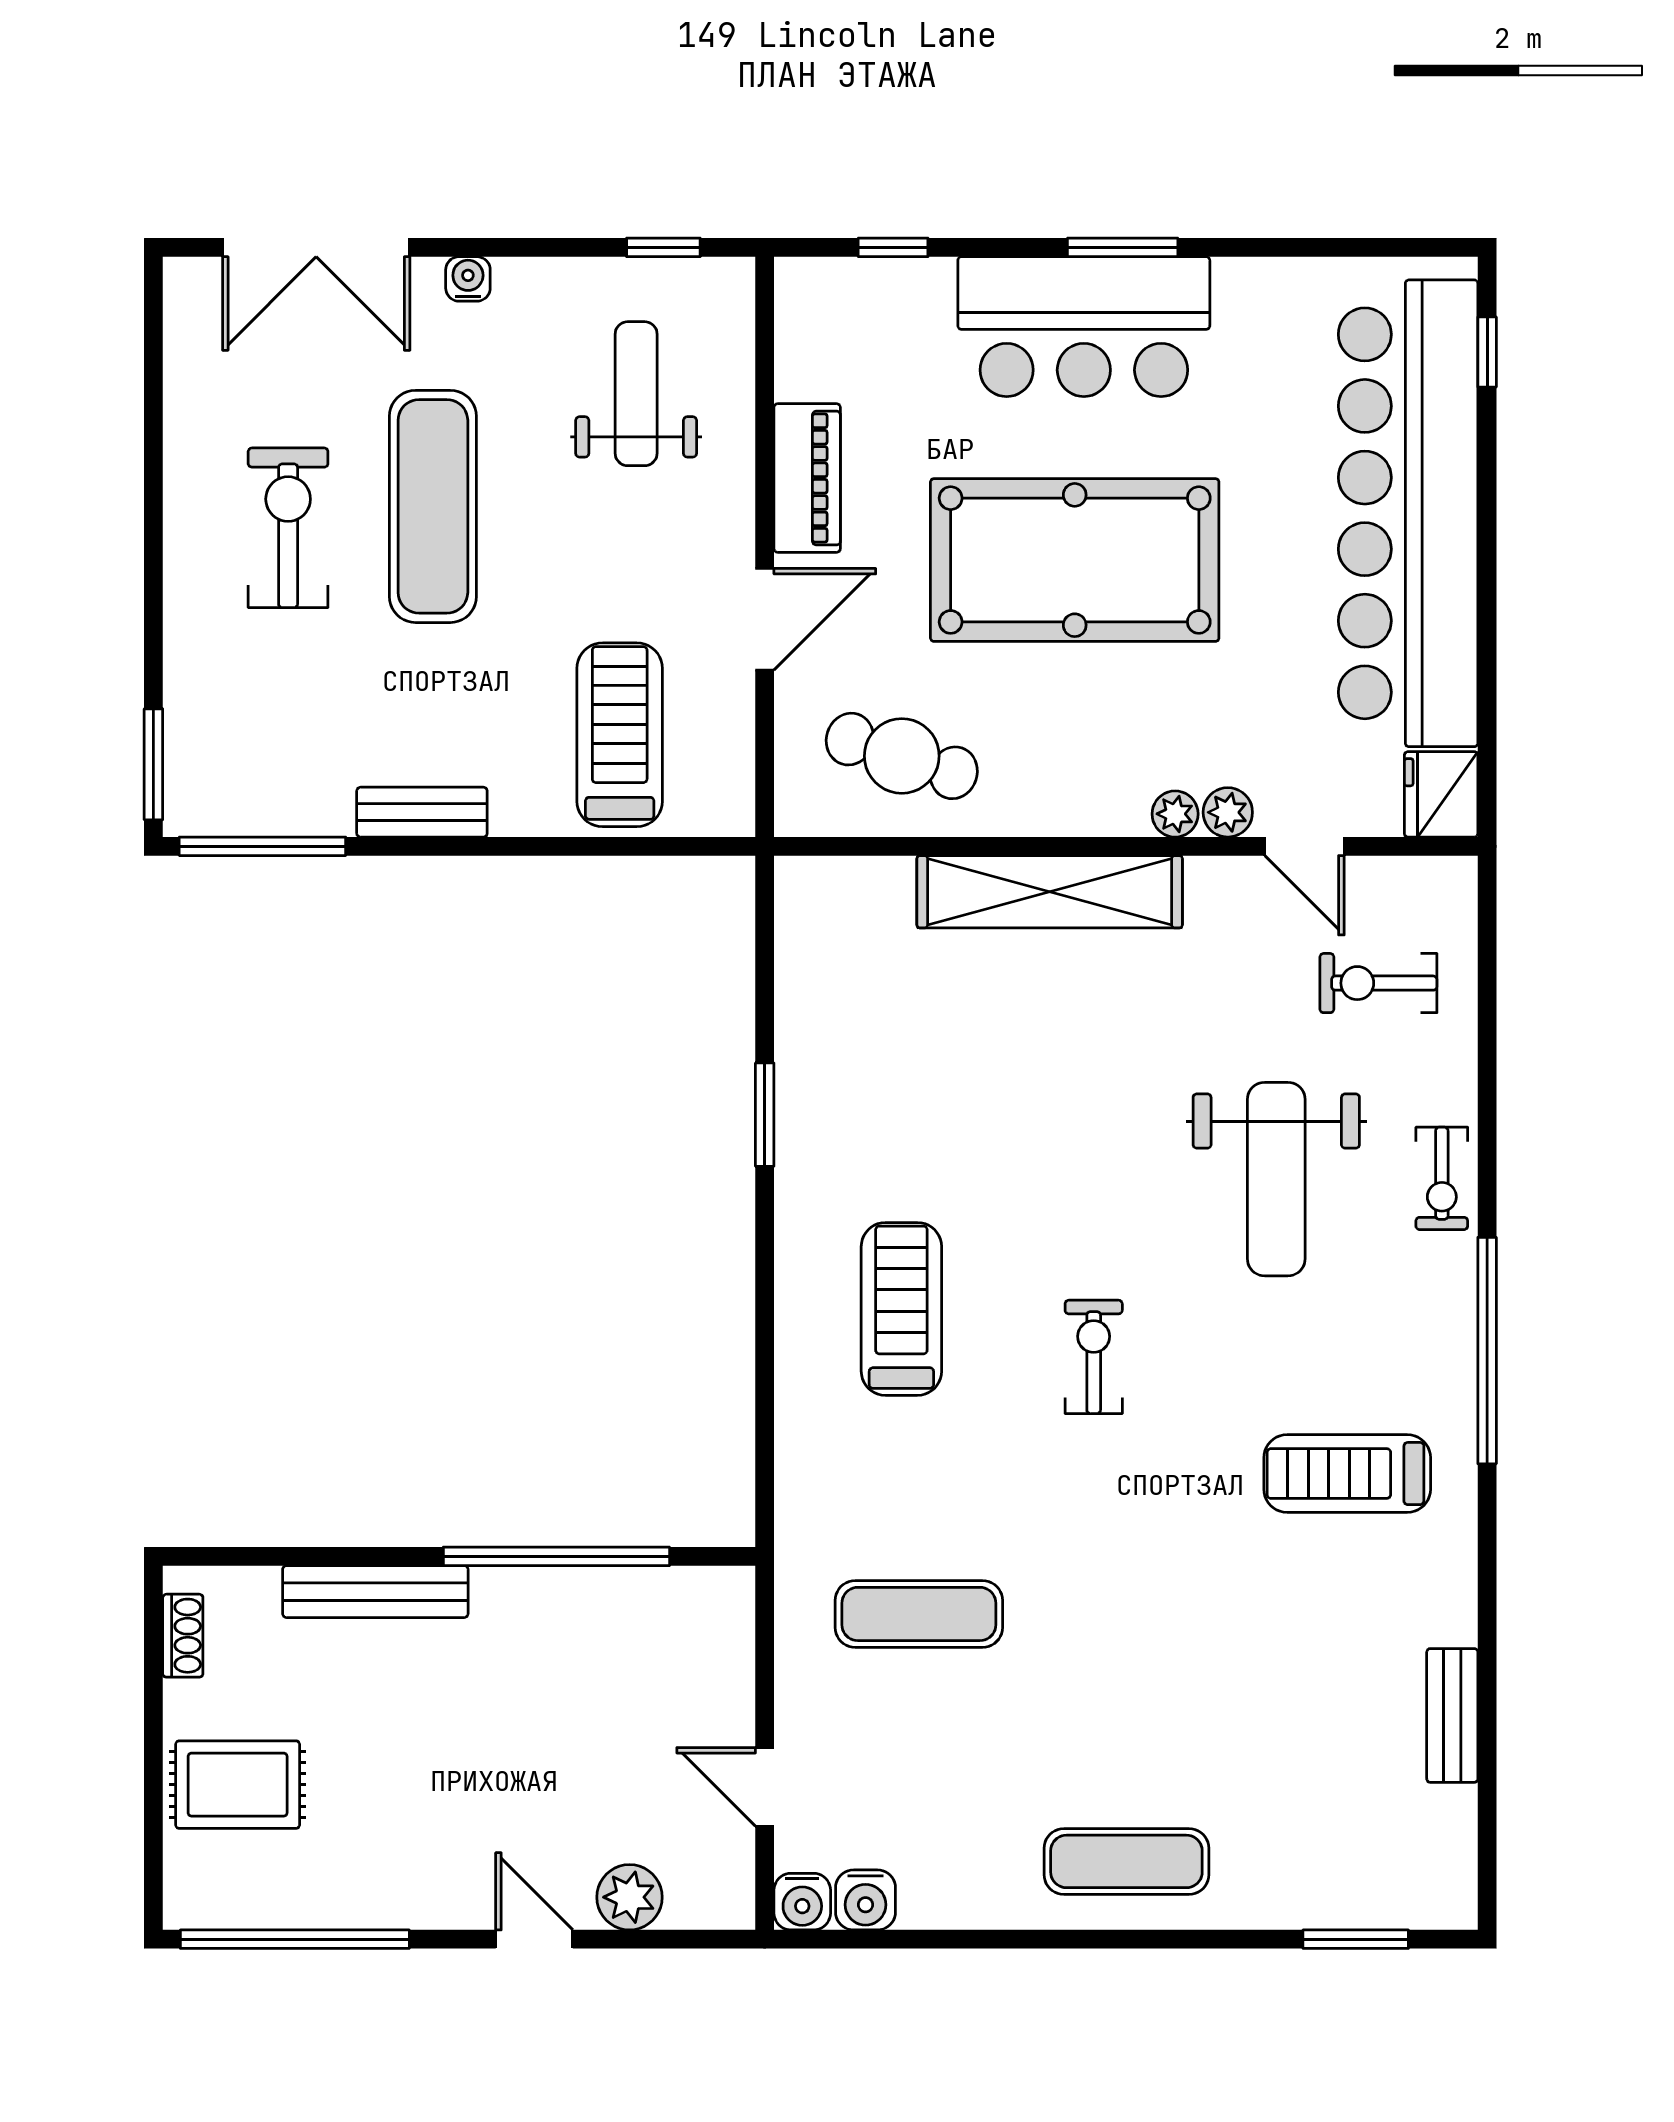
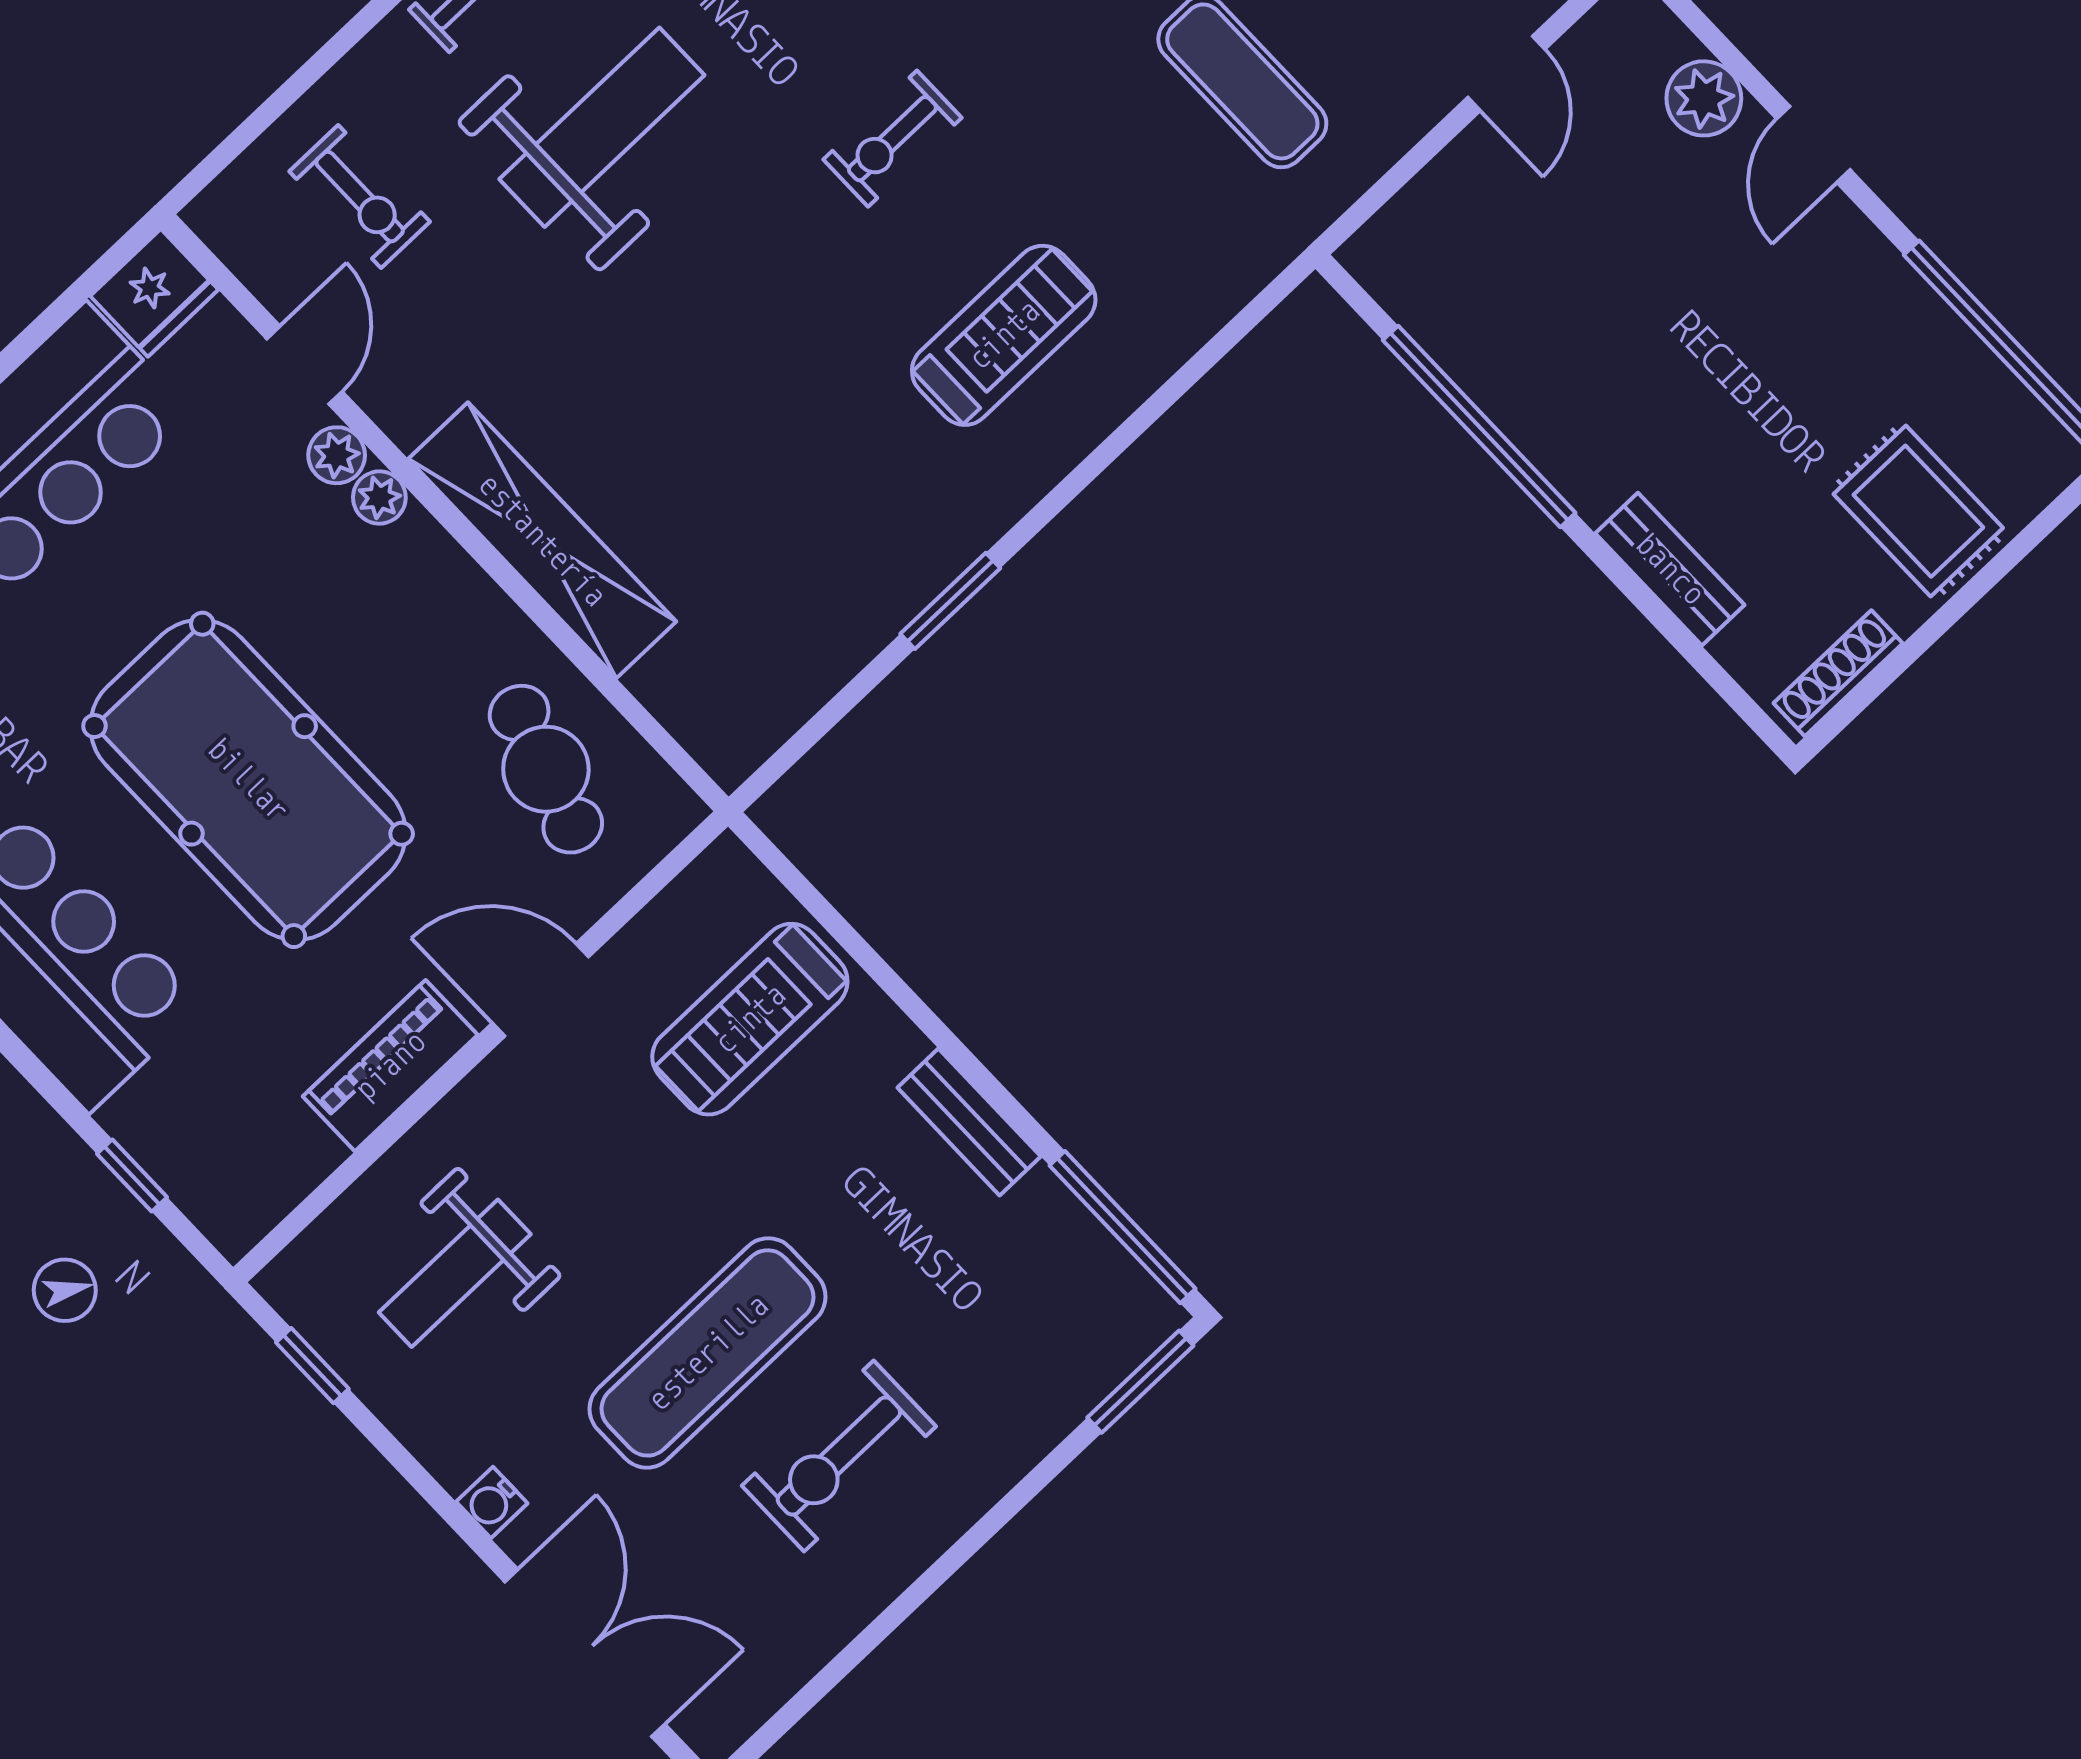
treadmill: (901, 1309) -> (1004, 335), turned 180
bench: (375, 1592) -> (1670, 569), width x0.73
shoe rack: (183, 1636) -> (1838, 673), width x1.43

